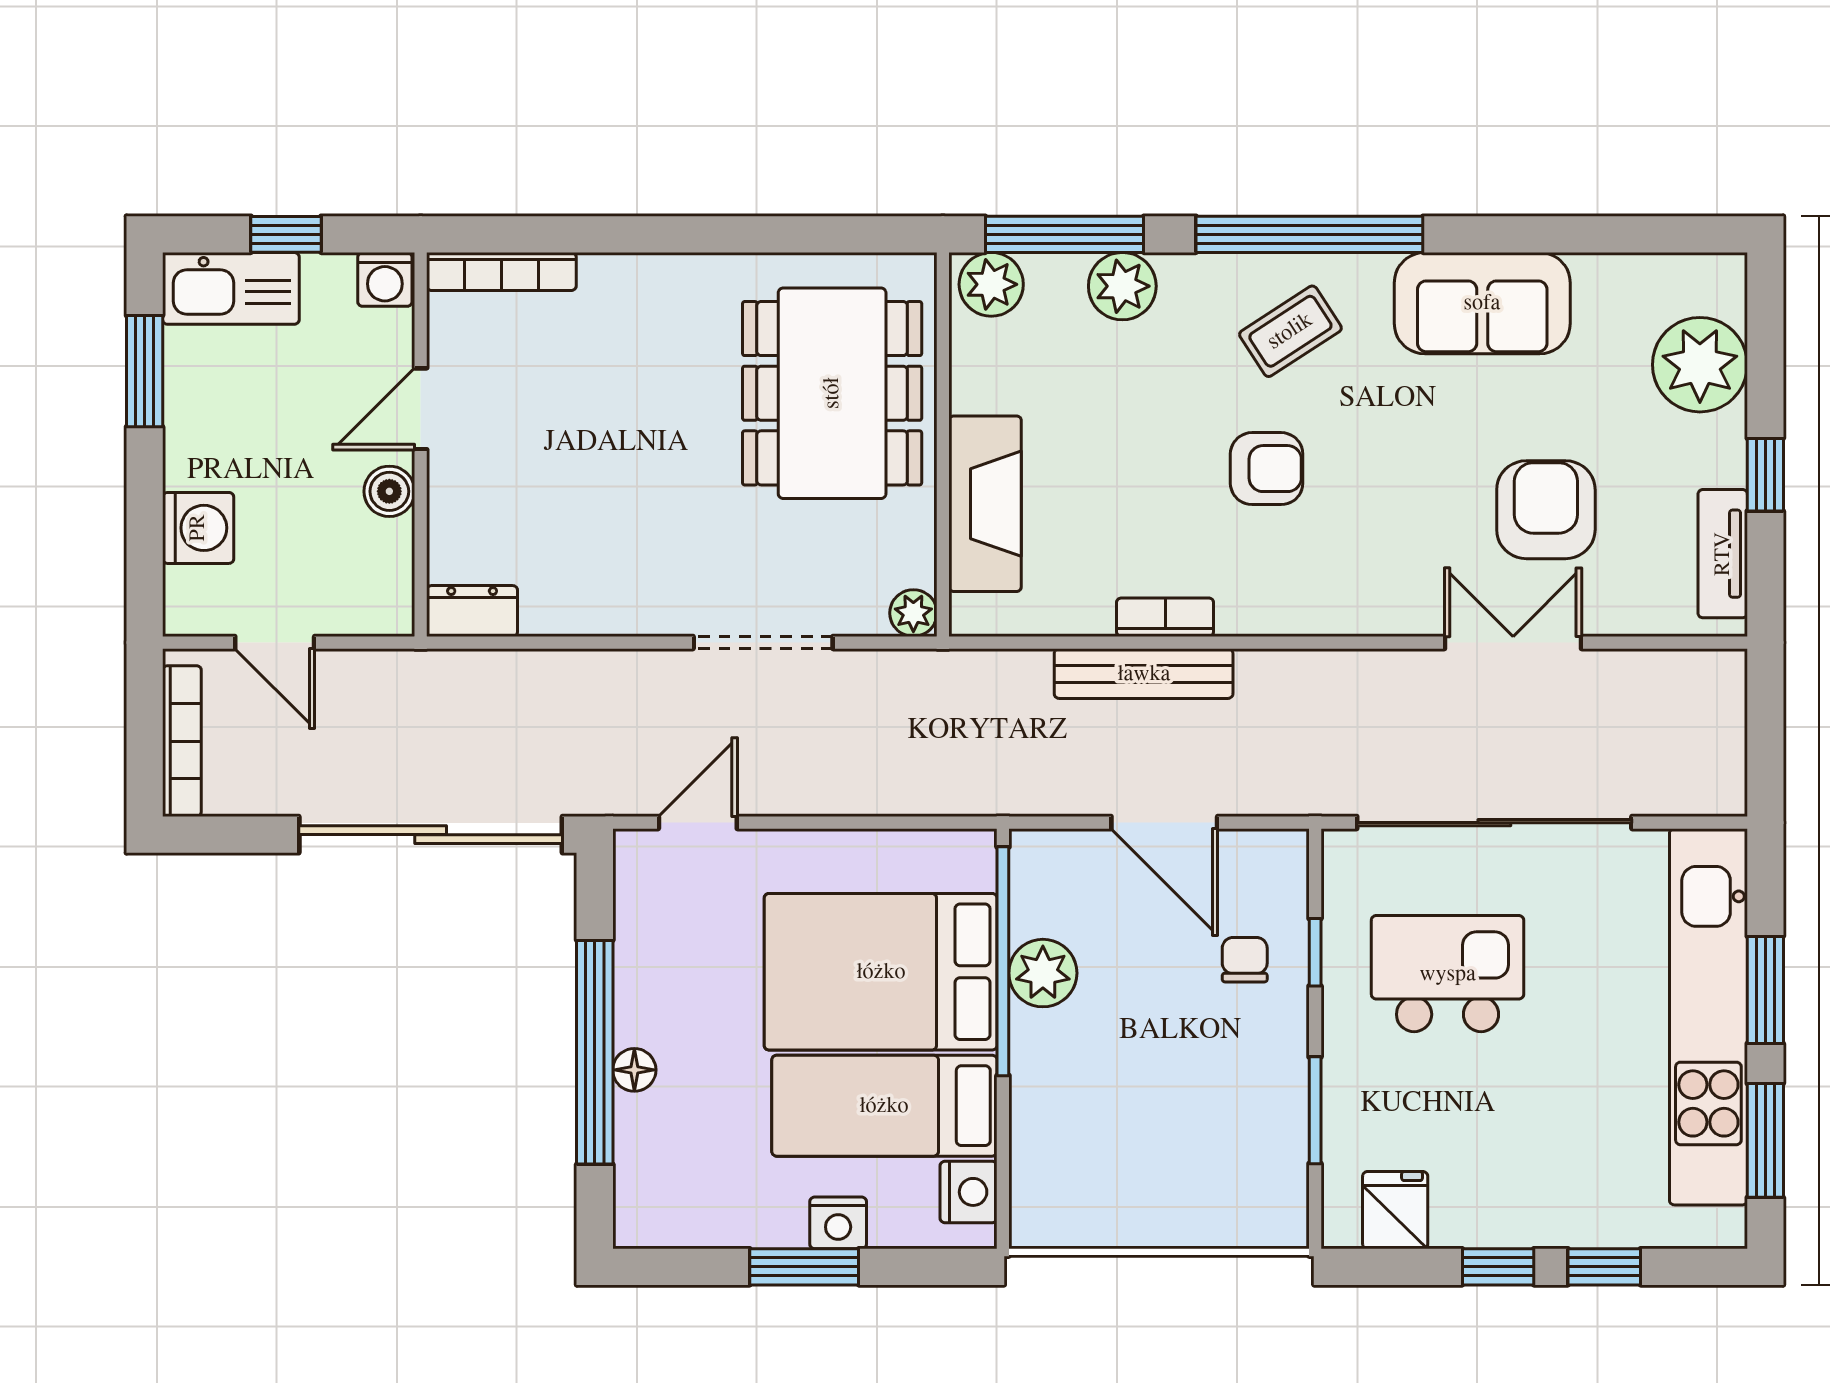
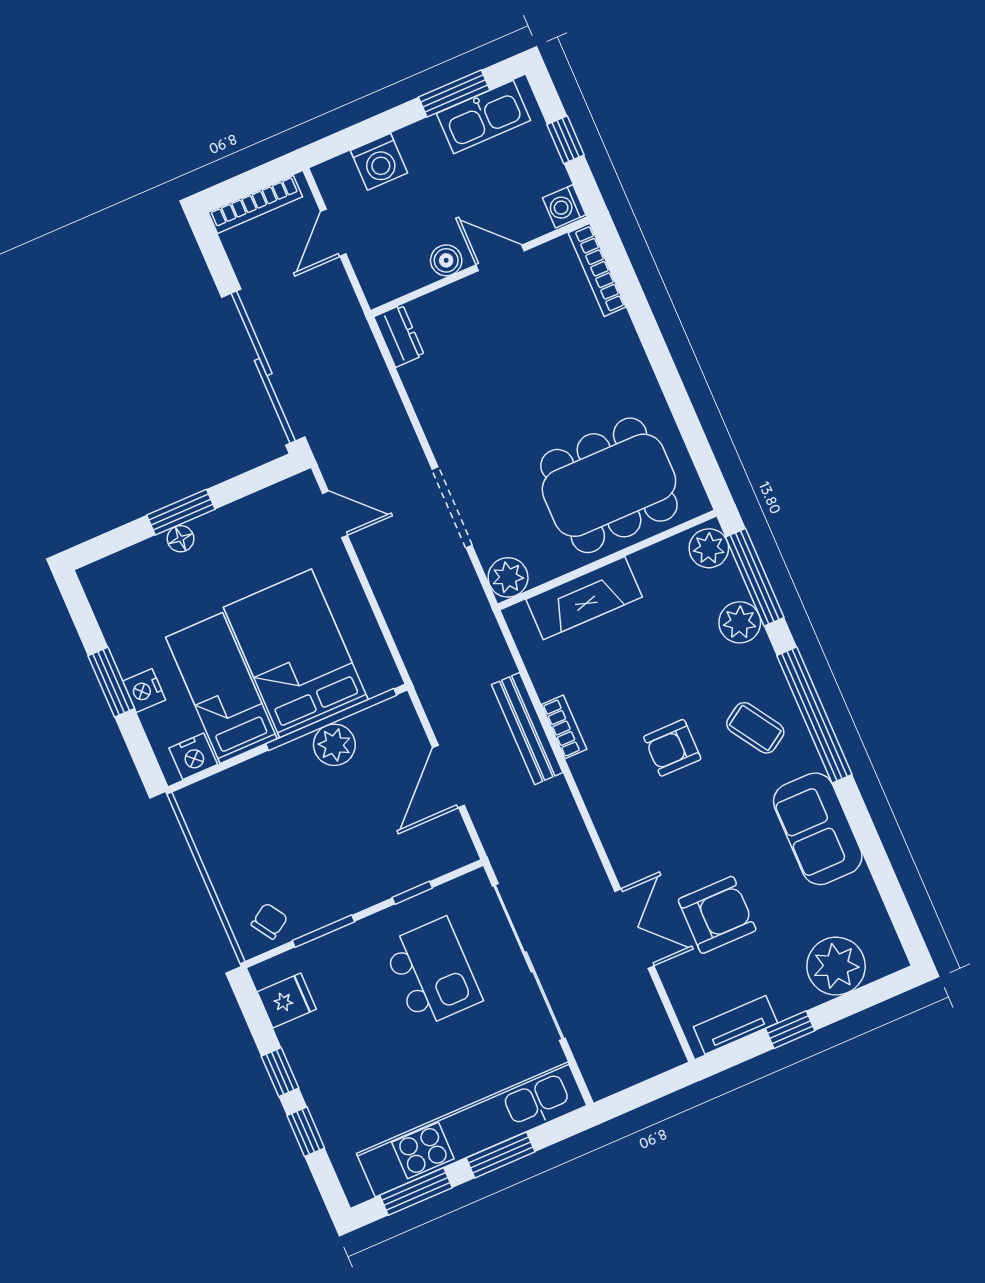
kitchen sink: (231, 288) -> (483, 117), moved, turned -90
armchair: (1267, 469) -> (672, 748), turned 90
plant: (913, 613) -> (508, 577), width x1.38, depth x1.38
chair: (1245, 960) -> (269, 921), moved, turned -33
window: (595, 1052) -> (181, 512), width x0.47

